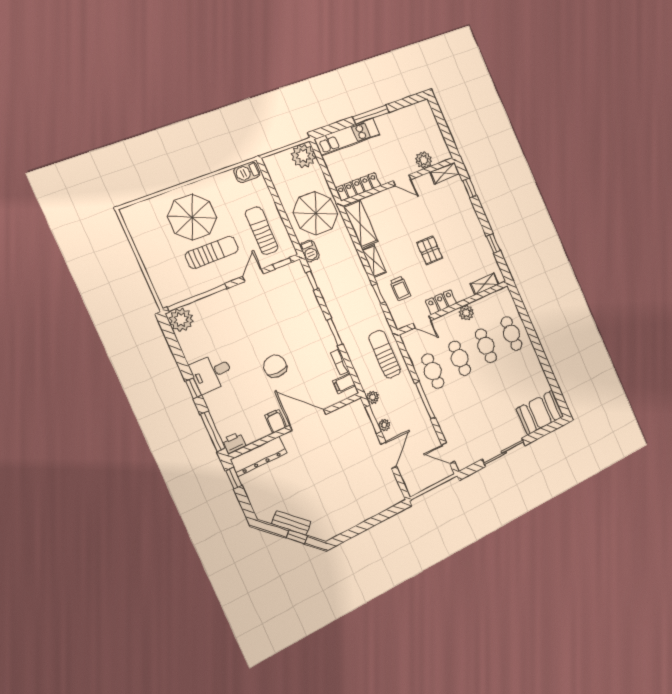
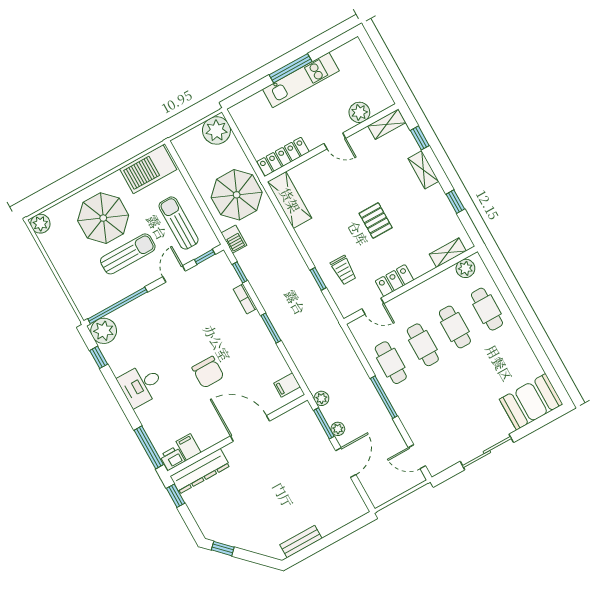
kitchen unit: (347, 137) -> (301, 80), moved
barbecue: (247, 172) -> (148, 169), width x1.88, depth x1.53
plant: (131, 214) -> (40, 224), added
shelving: (374, 261) -> (423, 170), moved
plant: (466, 313) -> (465, 268), moved
sun lounger: (385, 354) -> (331, 348), removed
bookcase: (340, 362) -> (245, 299), moved
chair: (275, 366) -> (208, 372), turned 180
window: (193, 388) -> (99, 357), moved
filing cabinet: (276, 421) -> (188, 447), moved
bench: (291, 523) -> (301, 542), moved, turned -45
window: (297, 537) -> (223, 549), moved

